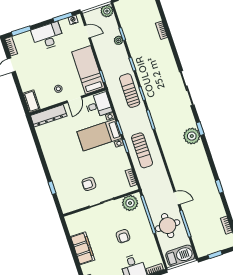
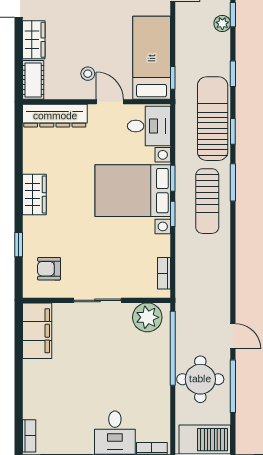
wardrobe: (25, 81) -> (34, 40), added
sun lounger: (130, 91) -> (213, 119), width x1.36, depth x1.34
door: (74, 99) -> (110, 102), swing flipped
bed with nightstands: (99, 135) -> (133, 191), width x1.36
sun lounger: (142, 150) -> (207, 201), moved
wardrobe: (52, 159) -> (34, 195), added
armchair: (89, 184) -> (49, 269), moved
armchair: (123, 236) -> (115, 372), removed
filing cabinet: (83, 248) -> (37, 331), moved

